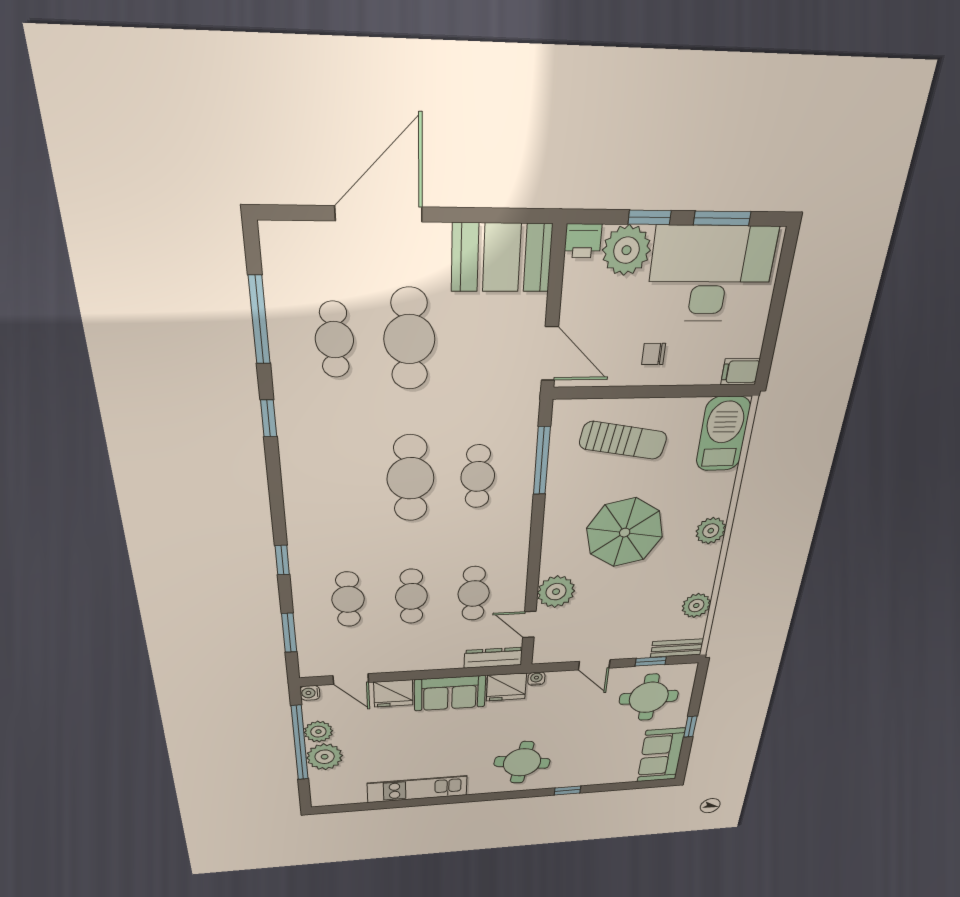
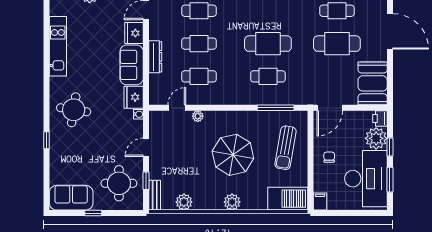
plant: (556, 592) -> (198, 116), width x0.53, depth x0.53
dresser: (493, 658) -> (155, 57), moved

